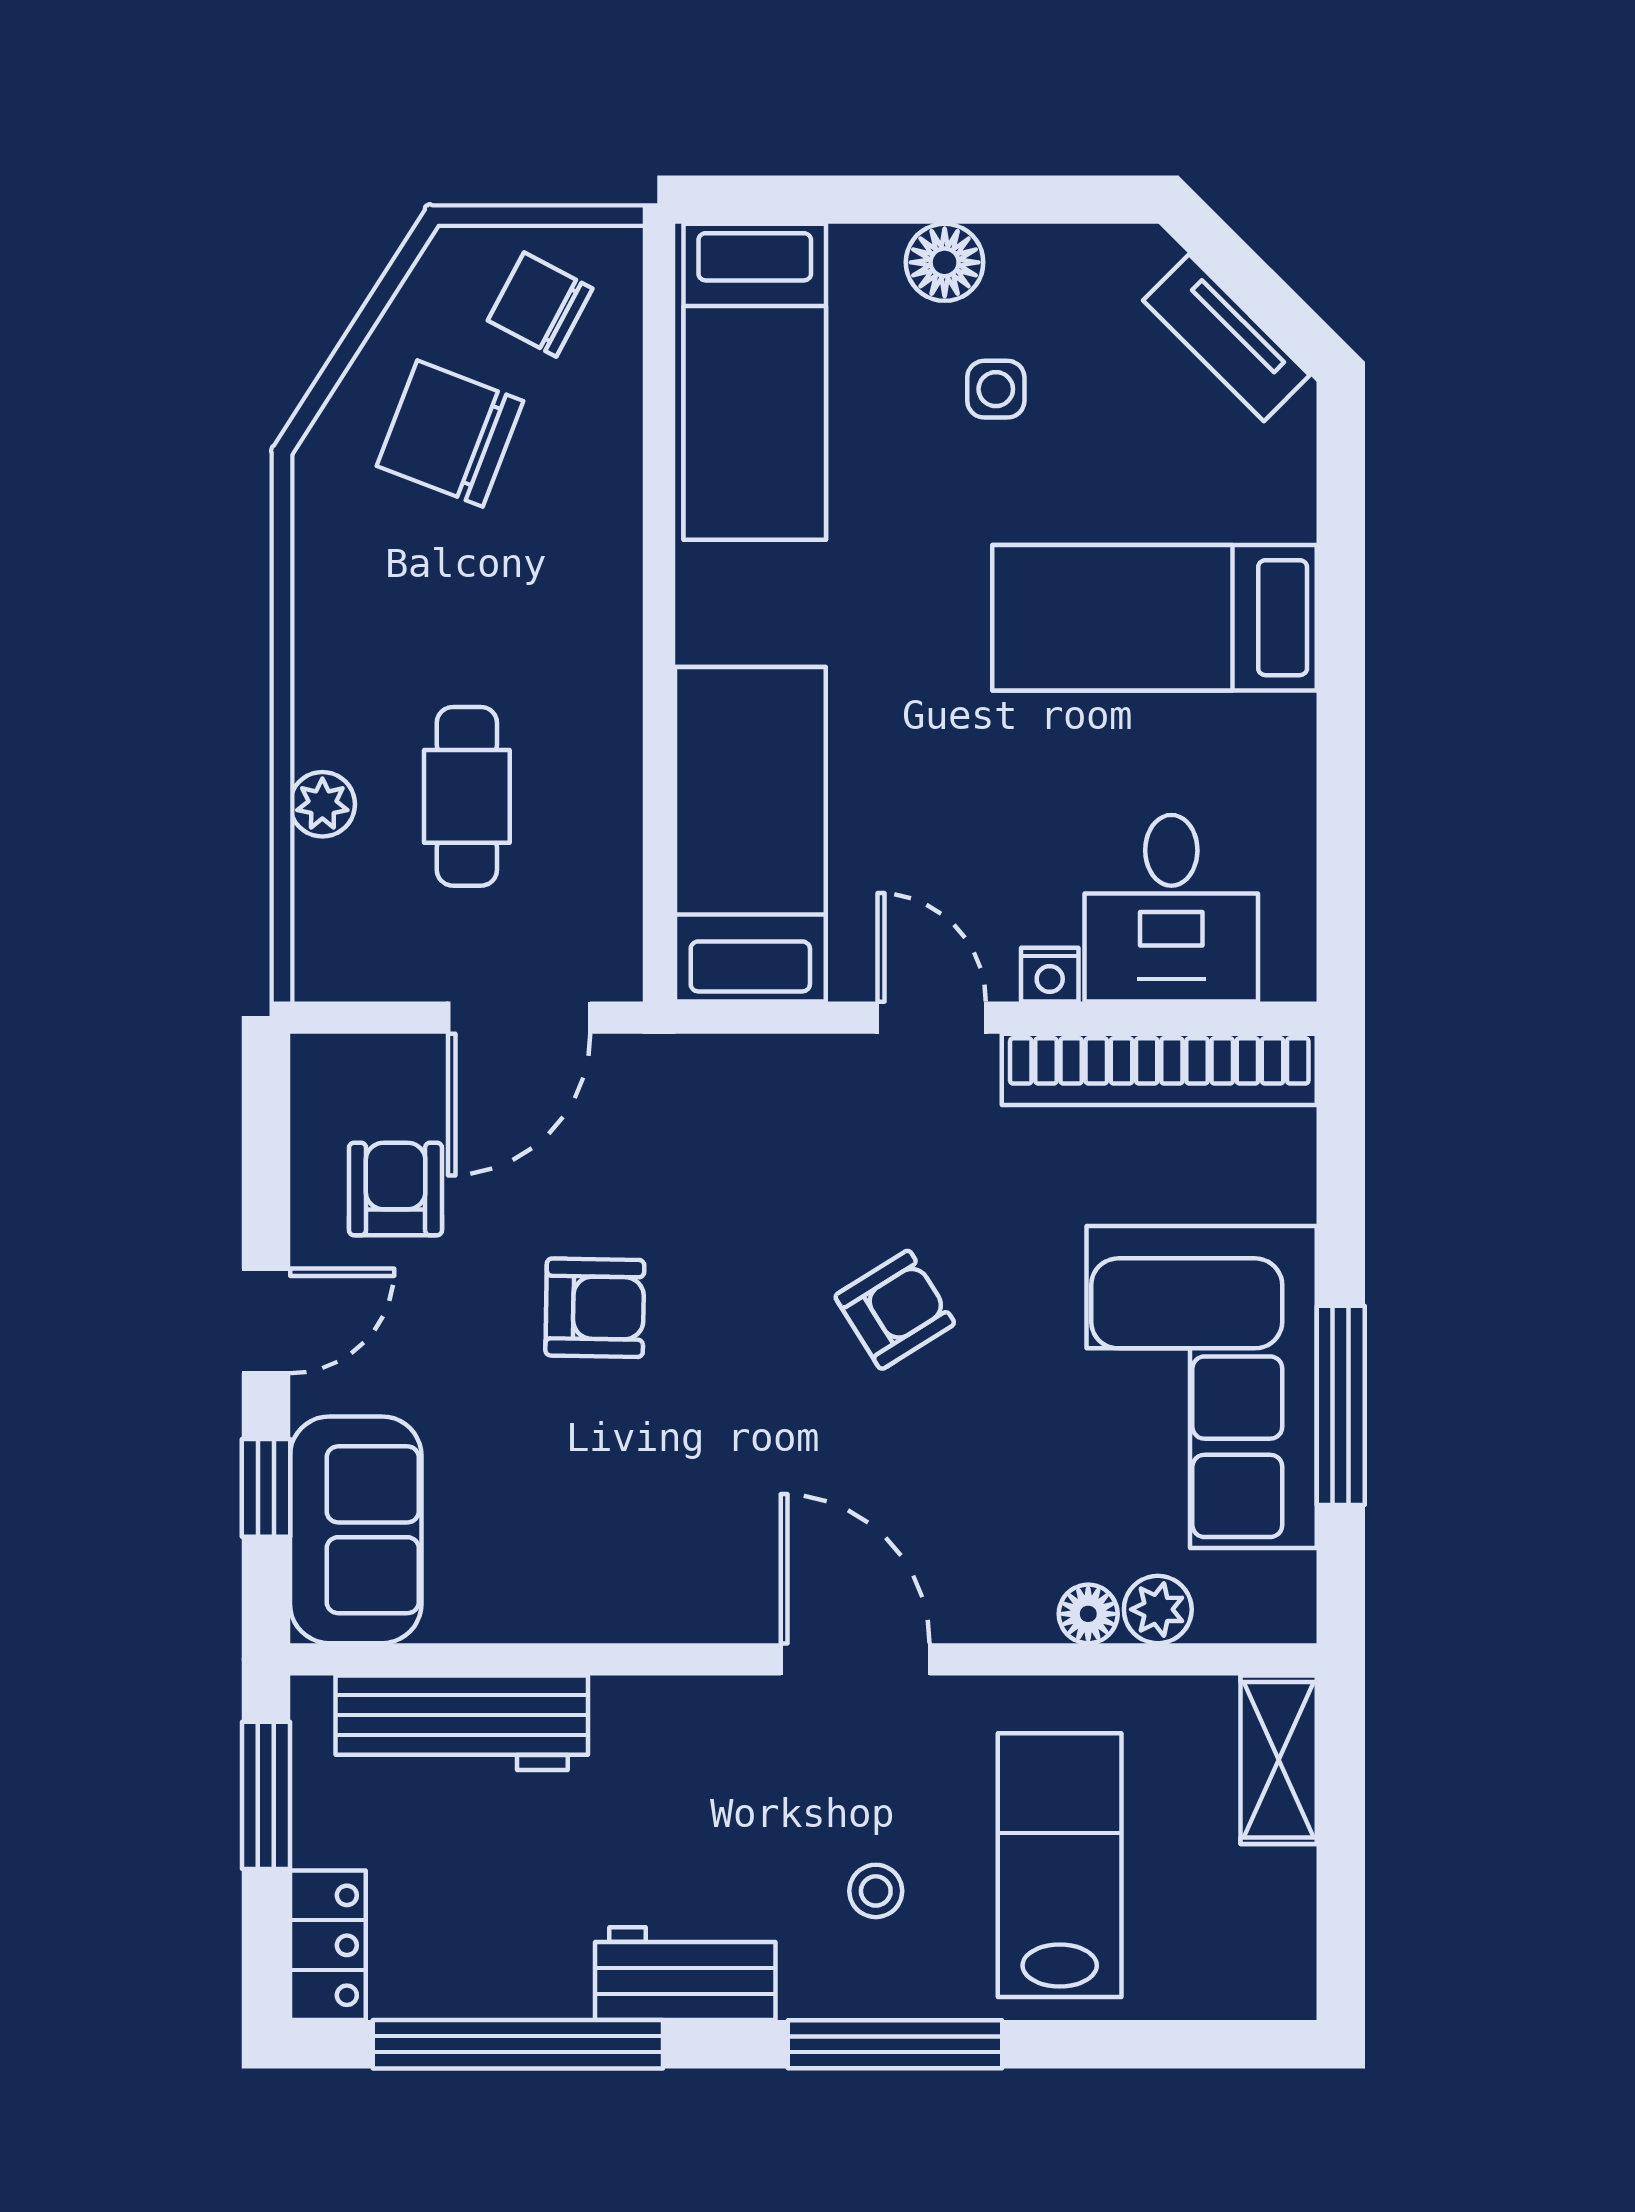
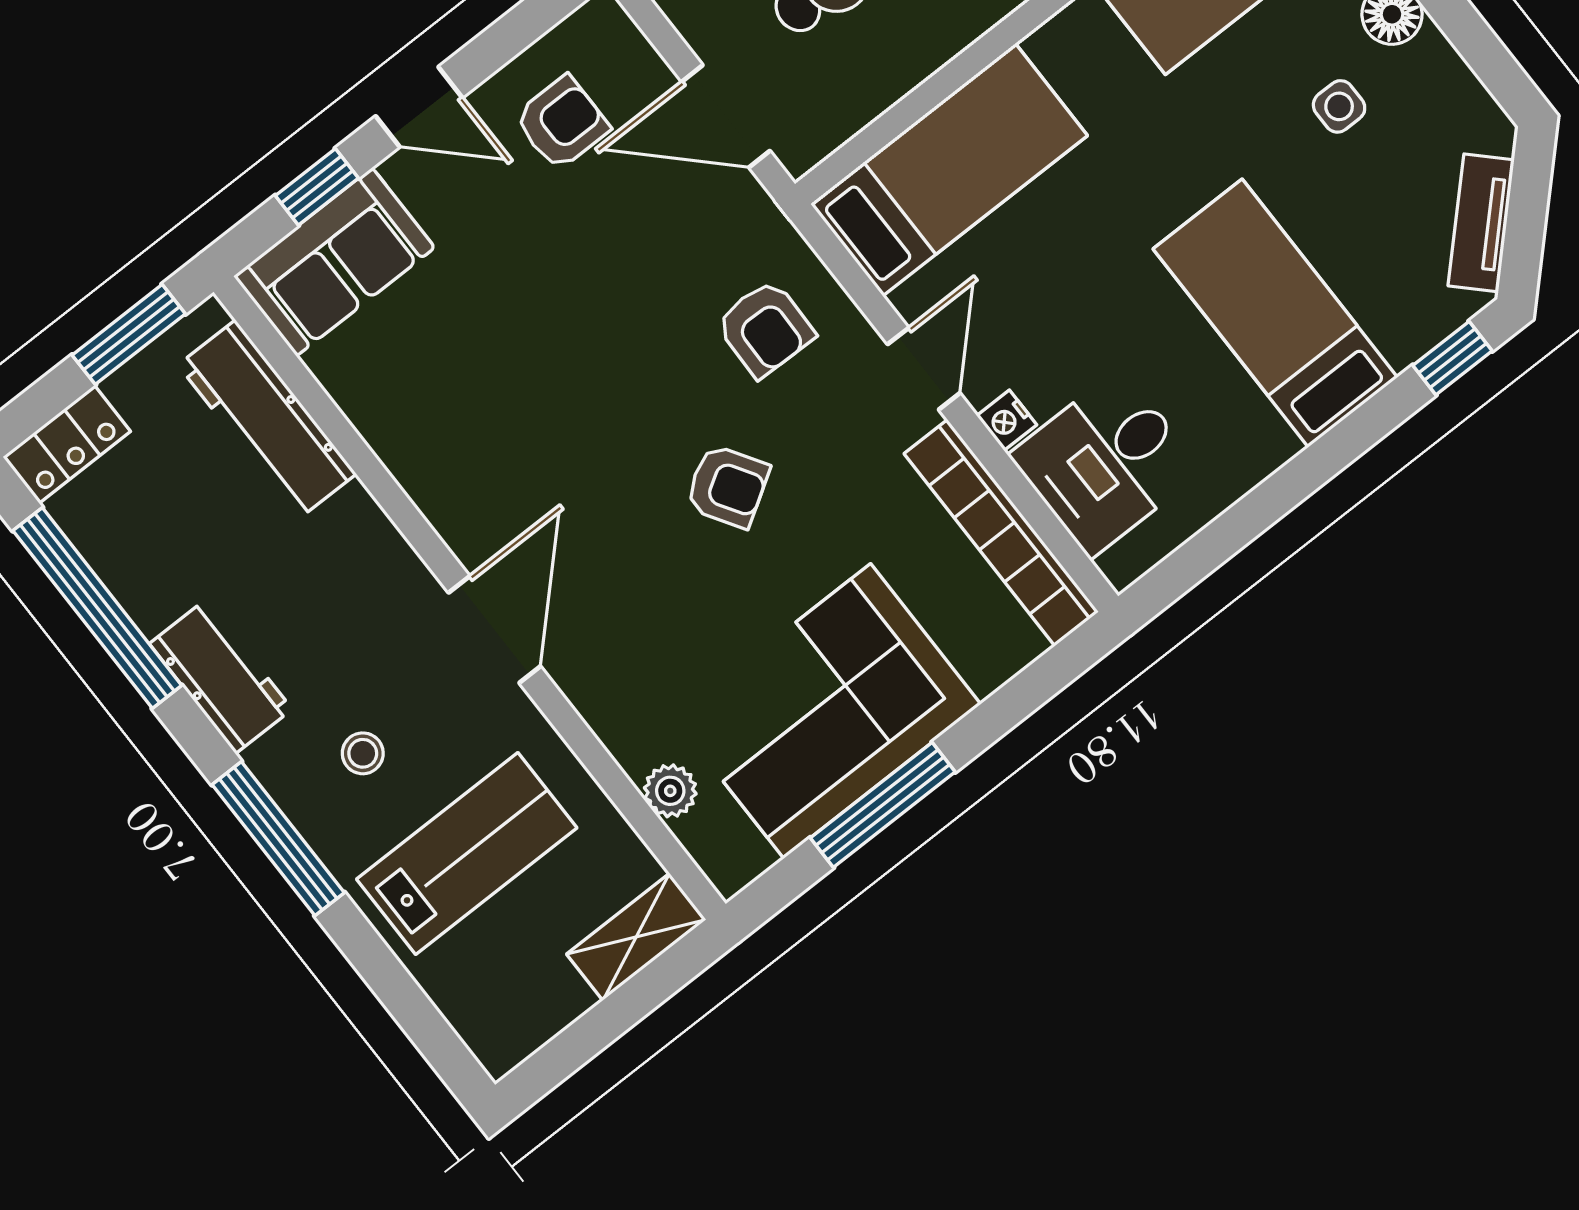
window: (1341, 474) -> (1452, 358), added
armchair: (595, 1308) -> (765, 328), moved
floor lamp: (1088, 1614) -> (634, 750), removed

